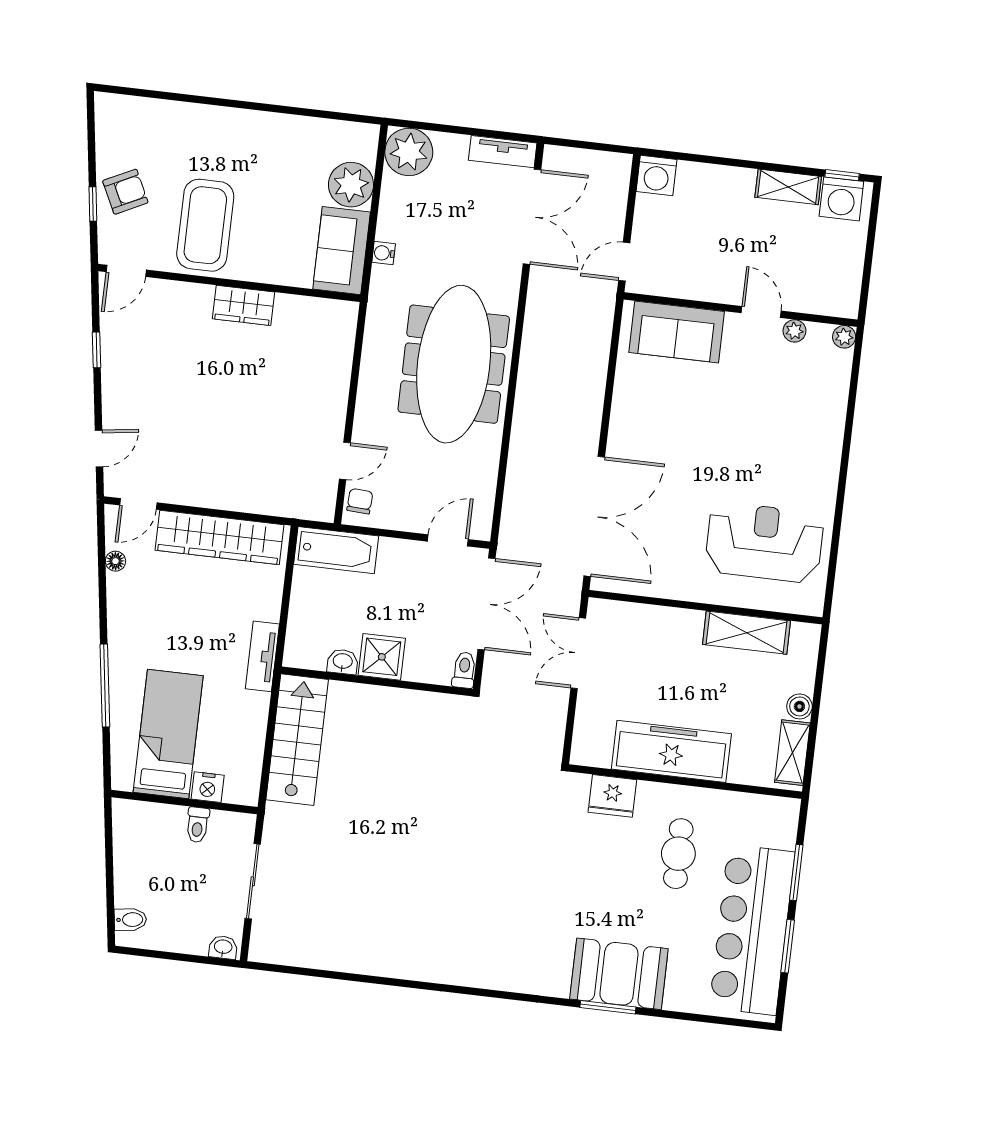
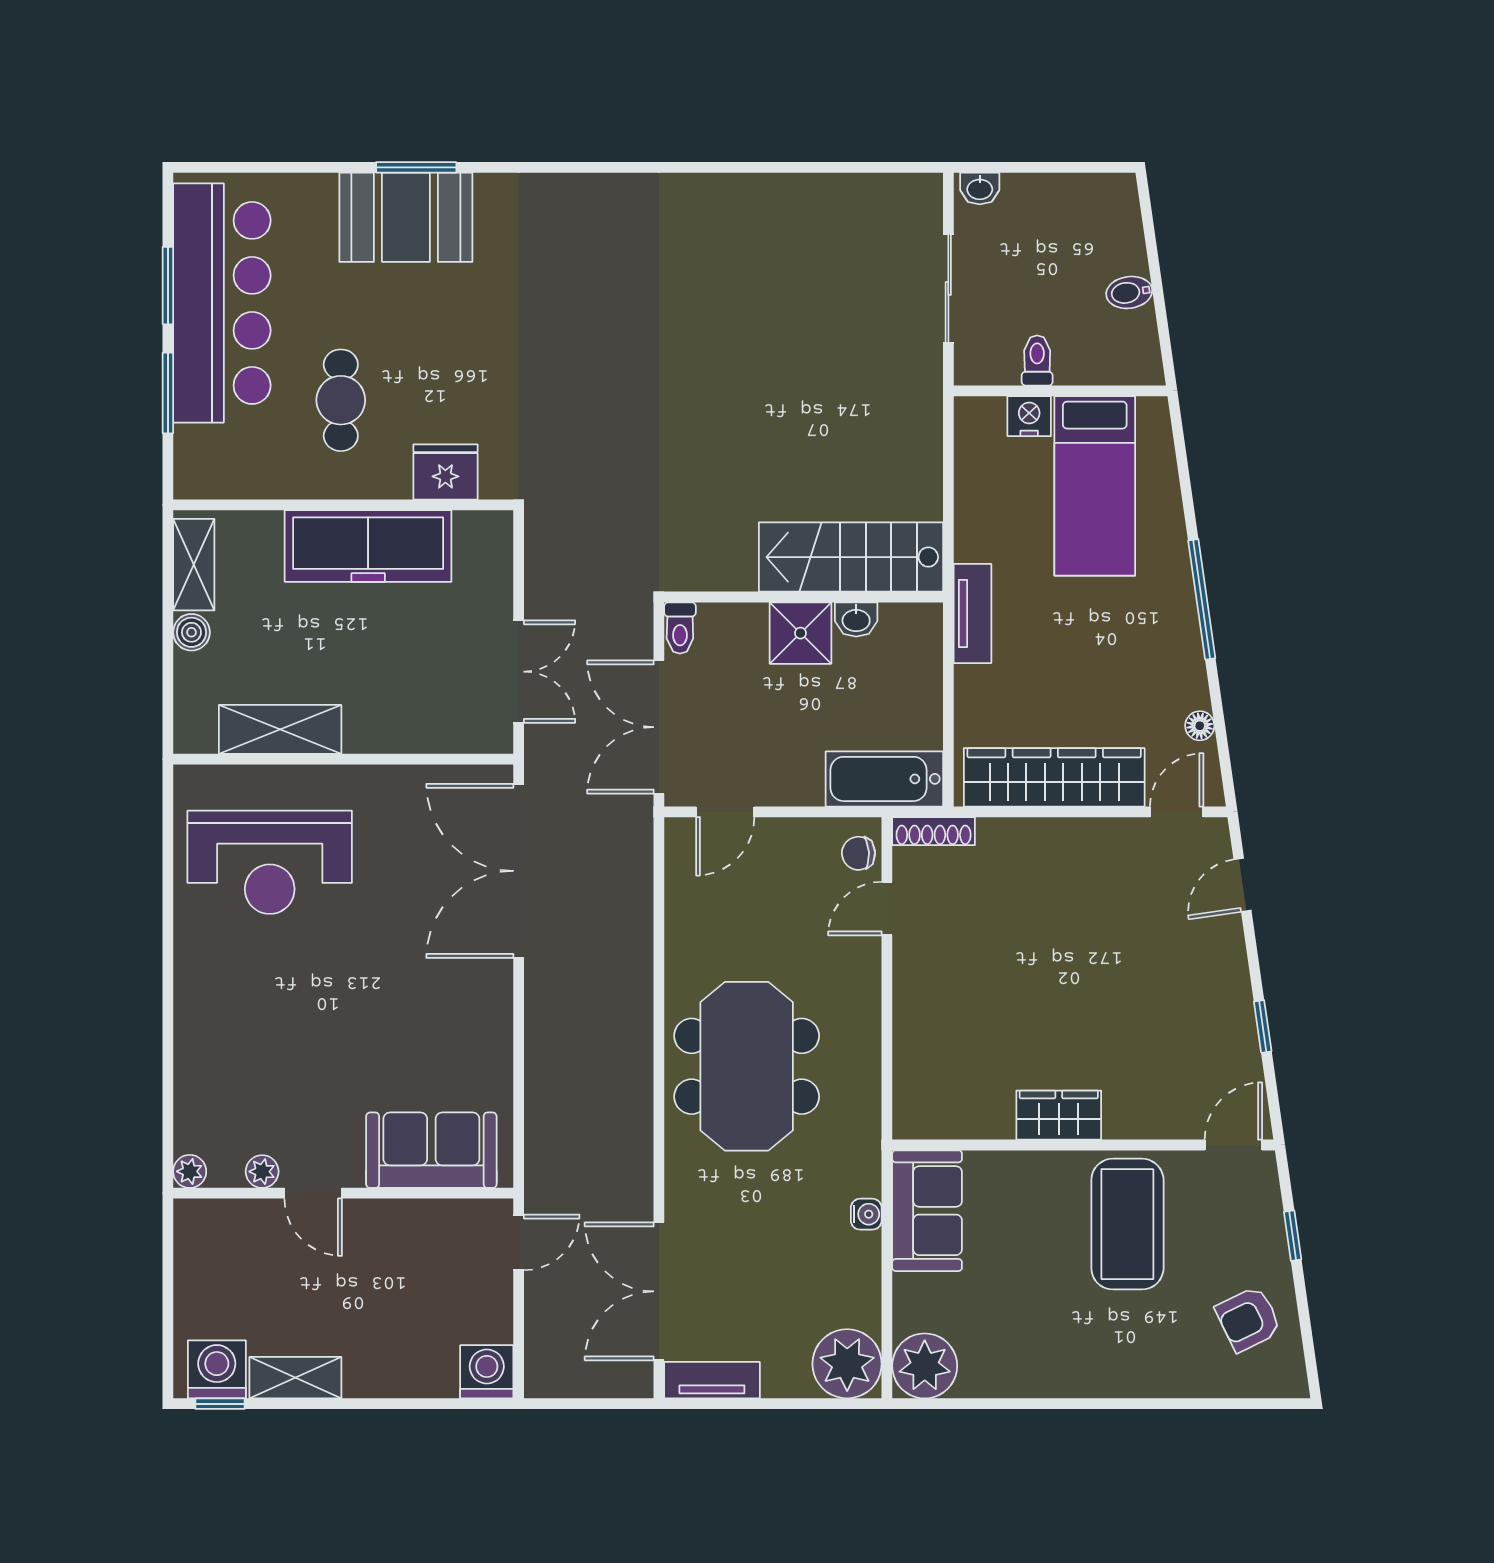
plant: (351, 185) -> (925, 1366), moved
armchair: (125, 192) -> (1248, 1319), moved
meeting table: (454, 364) -> (747, 1066), width x0.73
chair: (360, 501) -> (858, 853), turned 84
shoe rack: (307, 510) -> (934, 831), added
window: (105, 685) -> (1202, 599), moved
stairs: (297, 740) -> (851, 557), moved, turned 90
bidet: (130, 920) -> (1129, 292), moved

